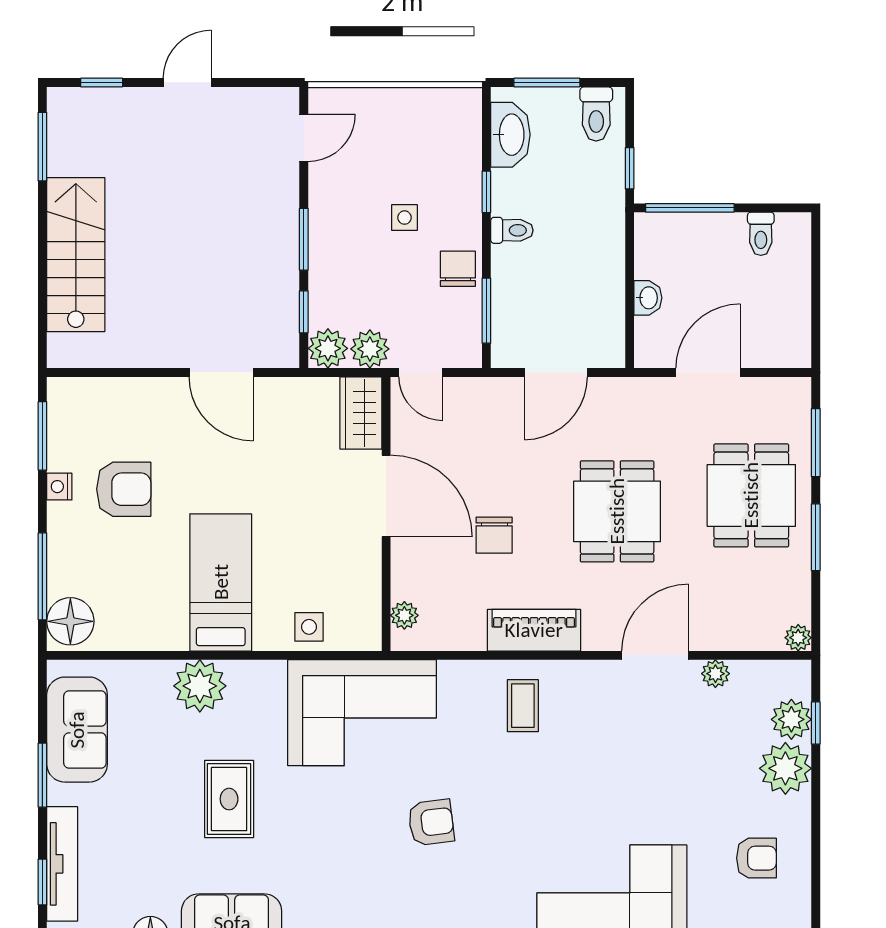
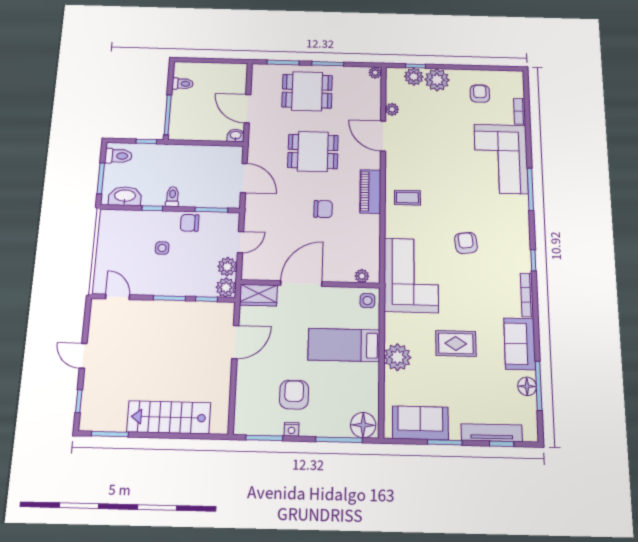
washbasin: (648, 298) -> (236, 135), moved
wardrobe: (361, 413) -> (258, 295), moved
door: (386, 496) -> (301, 284), moved
wall: (386, 514) -> (310, 284), moved
plant: (404, 615) -> (362, 276), moved

